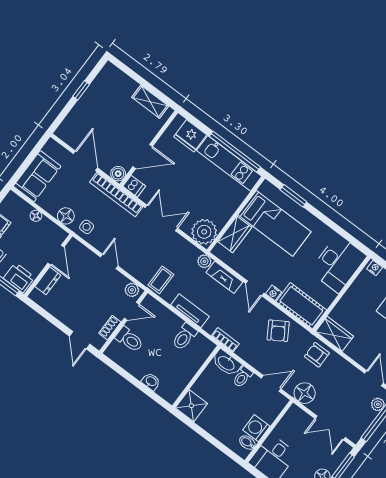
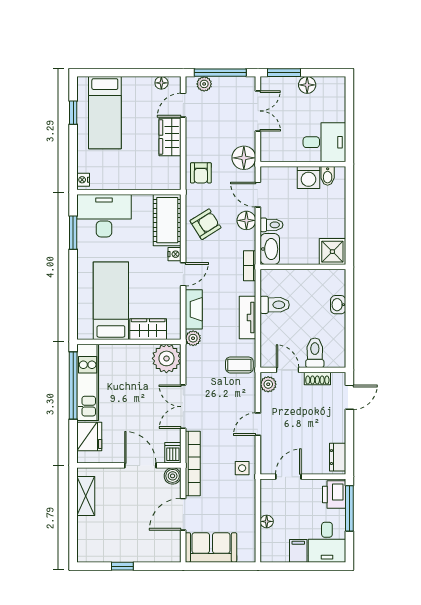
sofa: (37, 176) -> (211, 547), moved
window: (293, 196) -> (73, 233), moved
floor lamp: (66, 216) -> (246, 220), moved
dresser: (48, 281) -> (338, 457), moved, turned -90
wardrobe: (335, 334) -> (170, 137), moved

